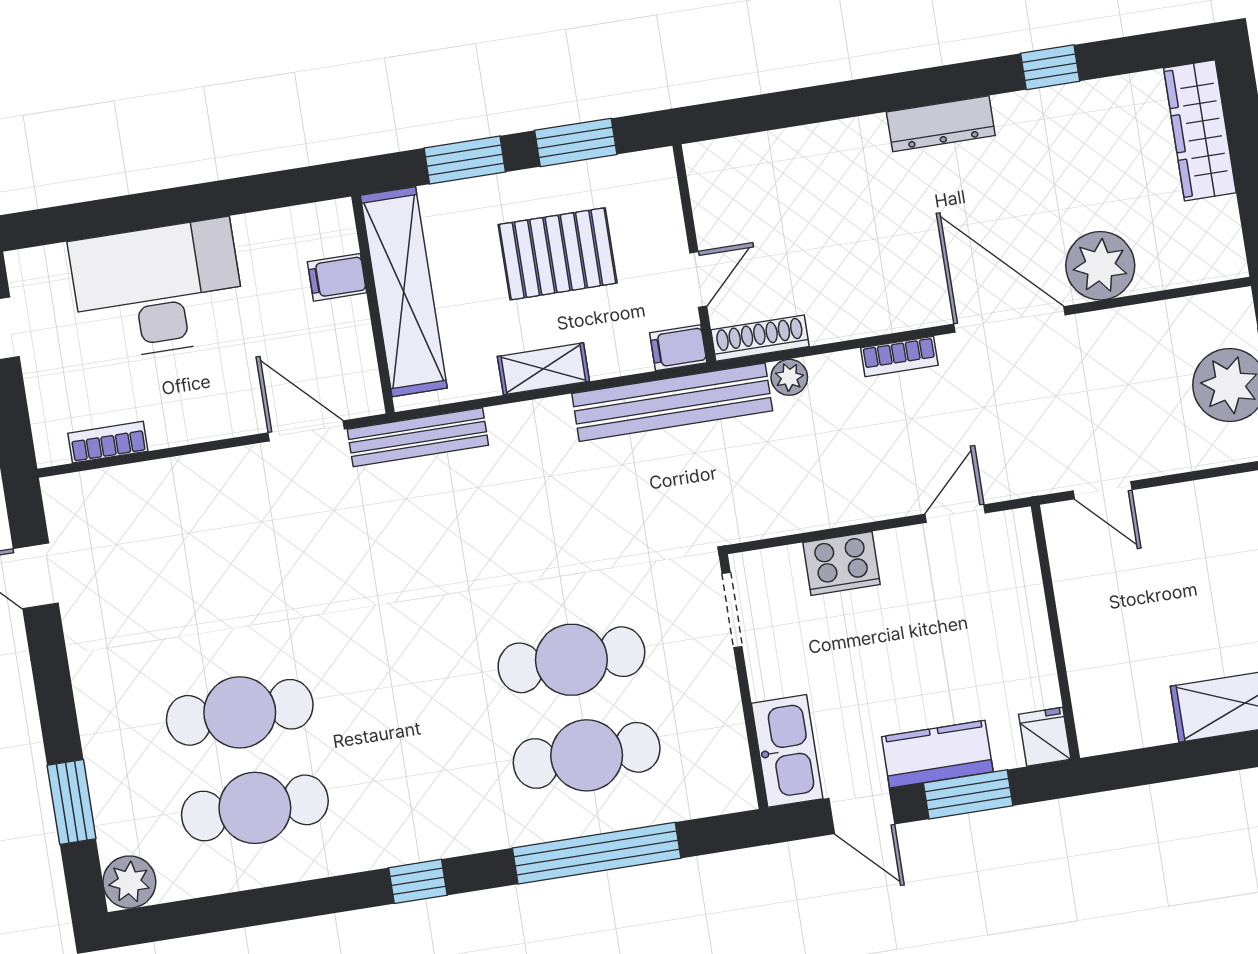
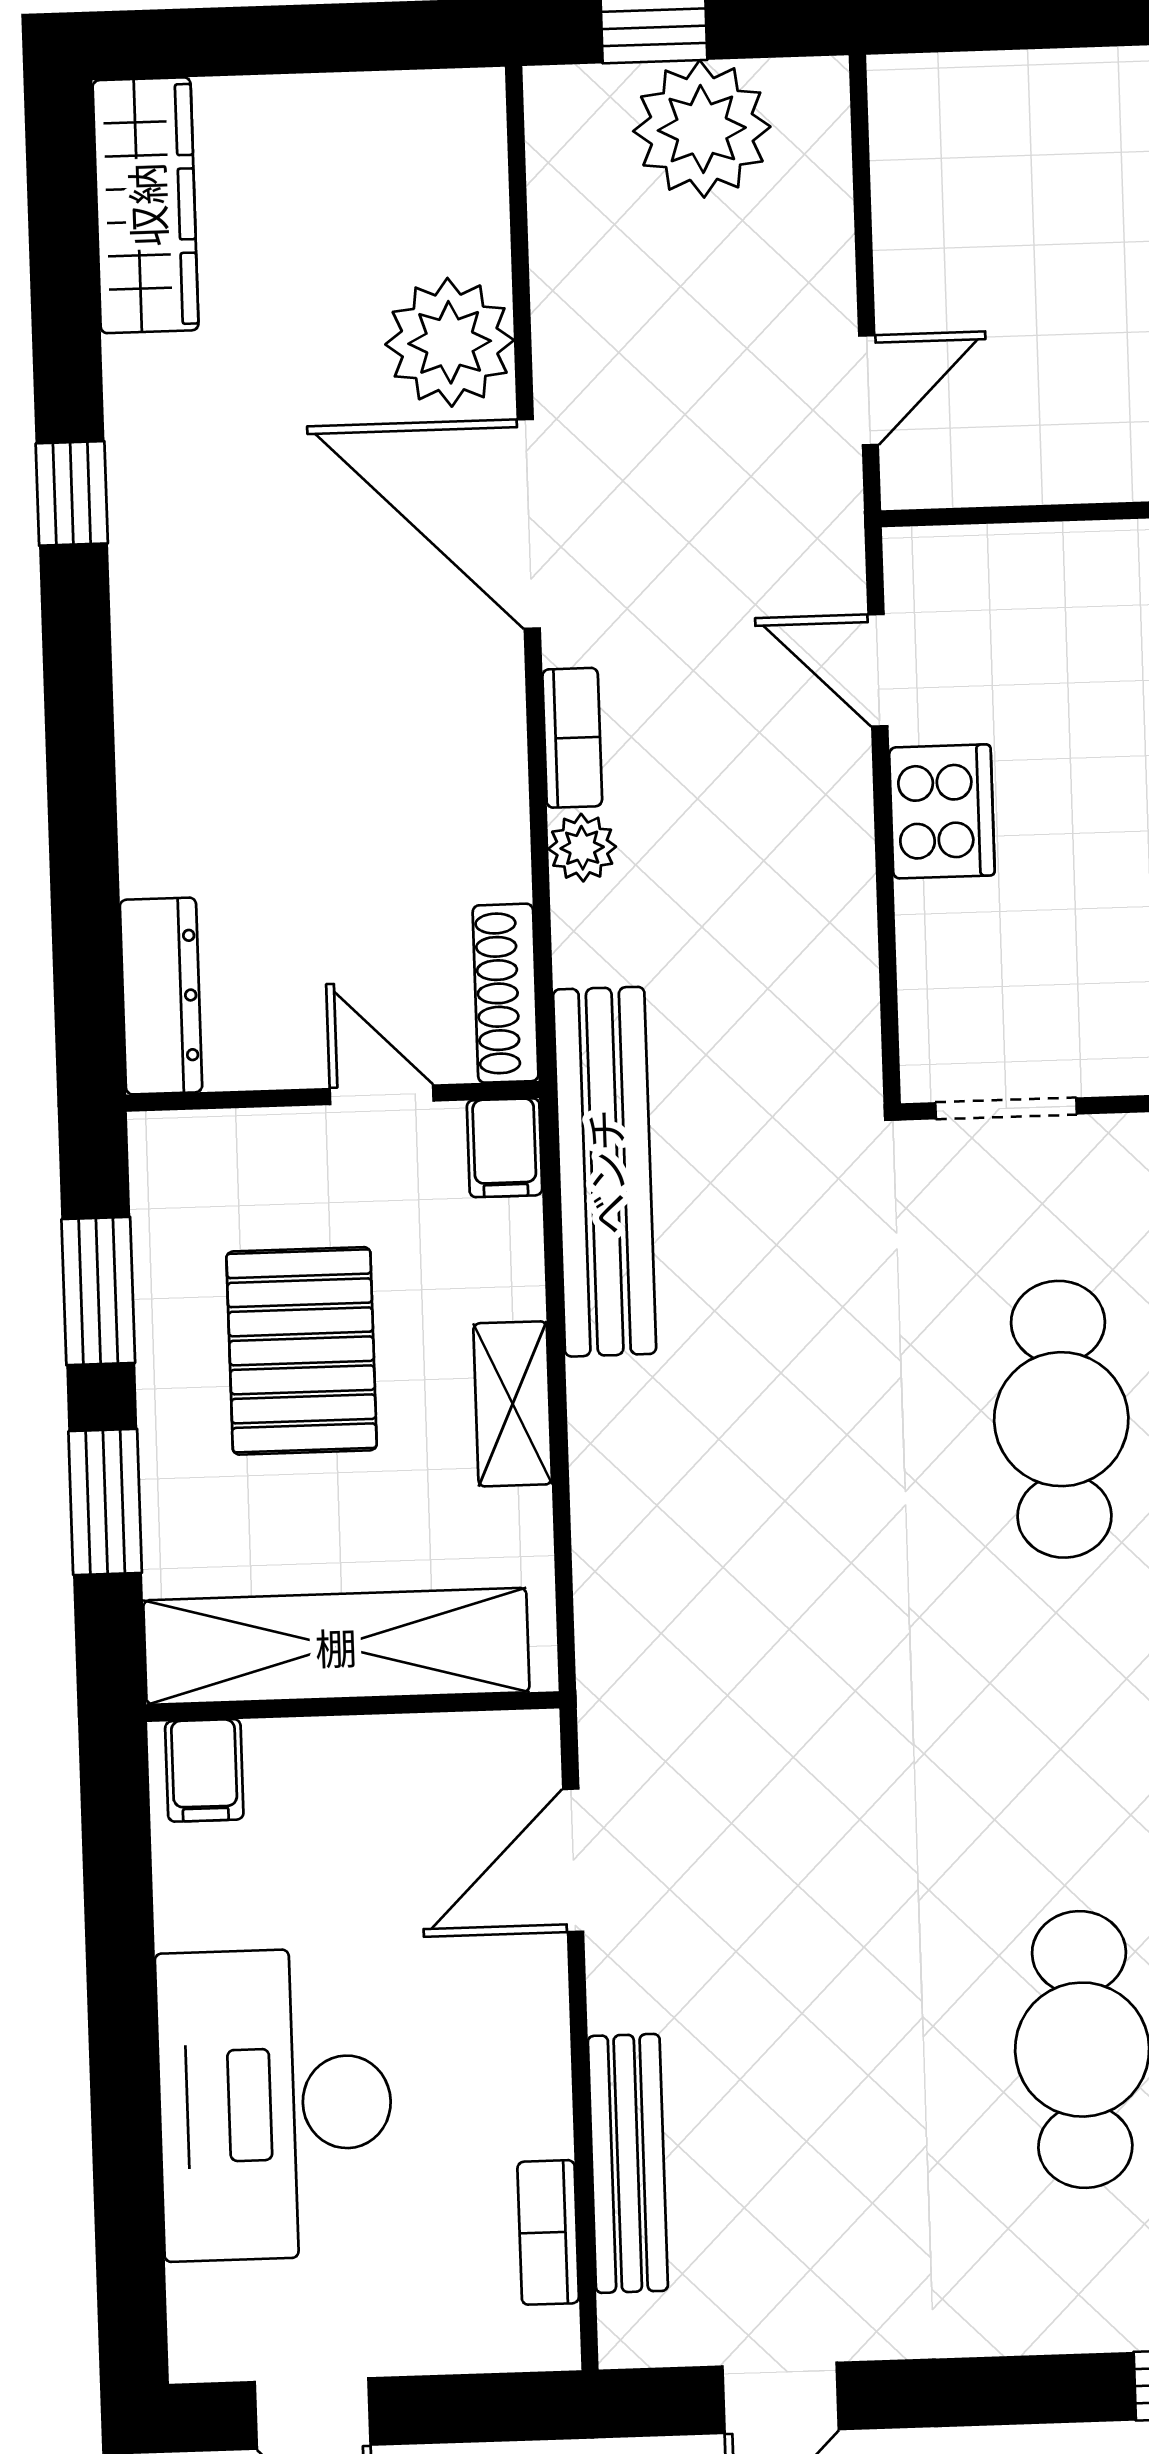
window: (1050, 67) -> (72, 493), moved
dresser: (941, 124) -> (161, 996), moved
wardrobe: (1200, 130) -> (146, 205), moved, turned -90
filing cabinet: (337, 277) -> (204, 1770), moved
door: (1009, 319) -> (529, 524), hinge flipped
plant: (789, 377) -> (582, 848), moved
bench: (418, 437) -> (628, 2163), moved
cooker: (842, 564) -> (942, 811), moved

